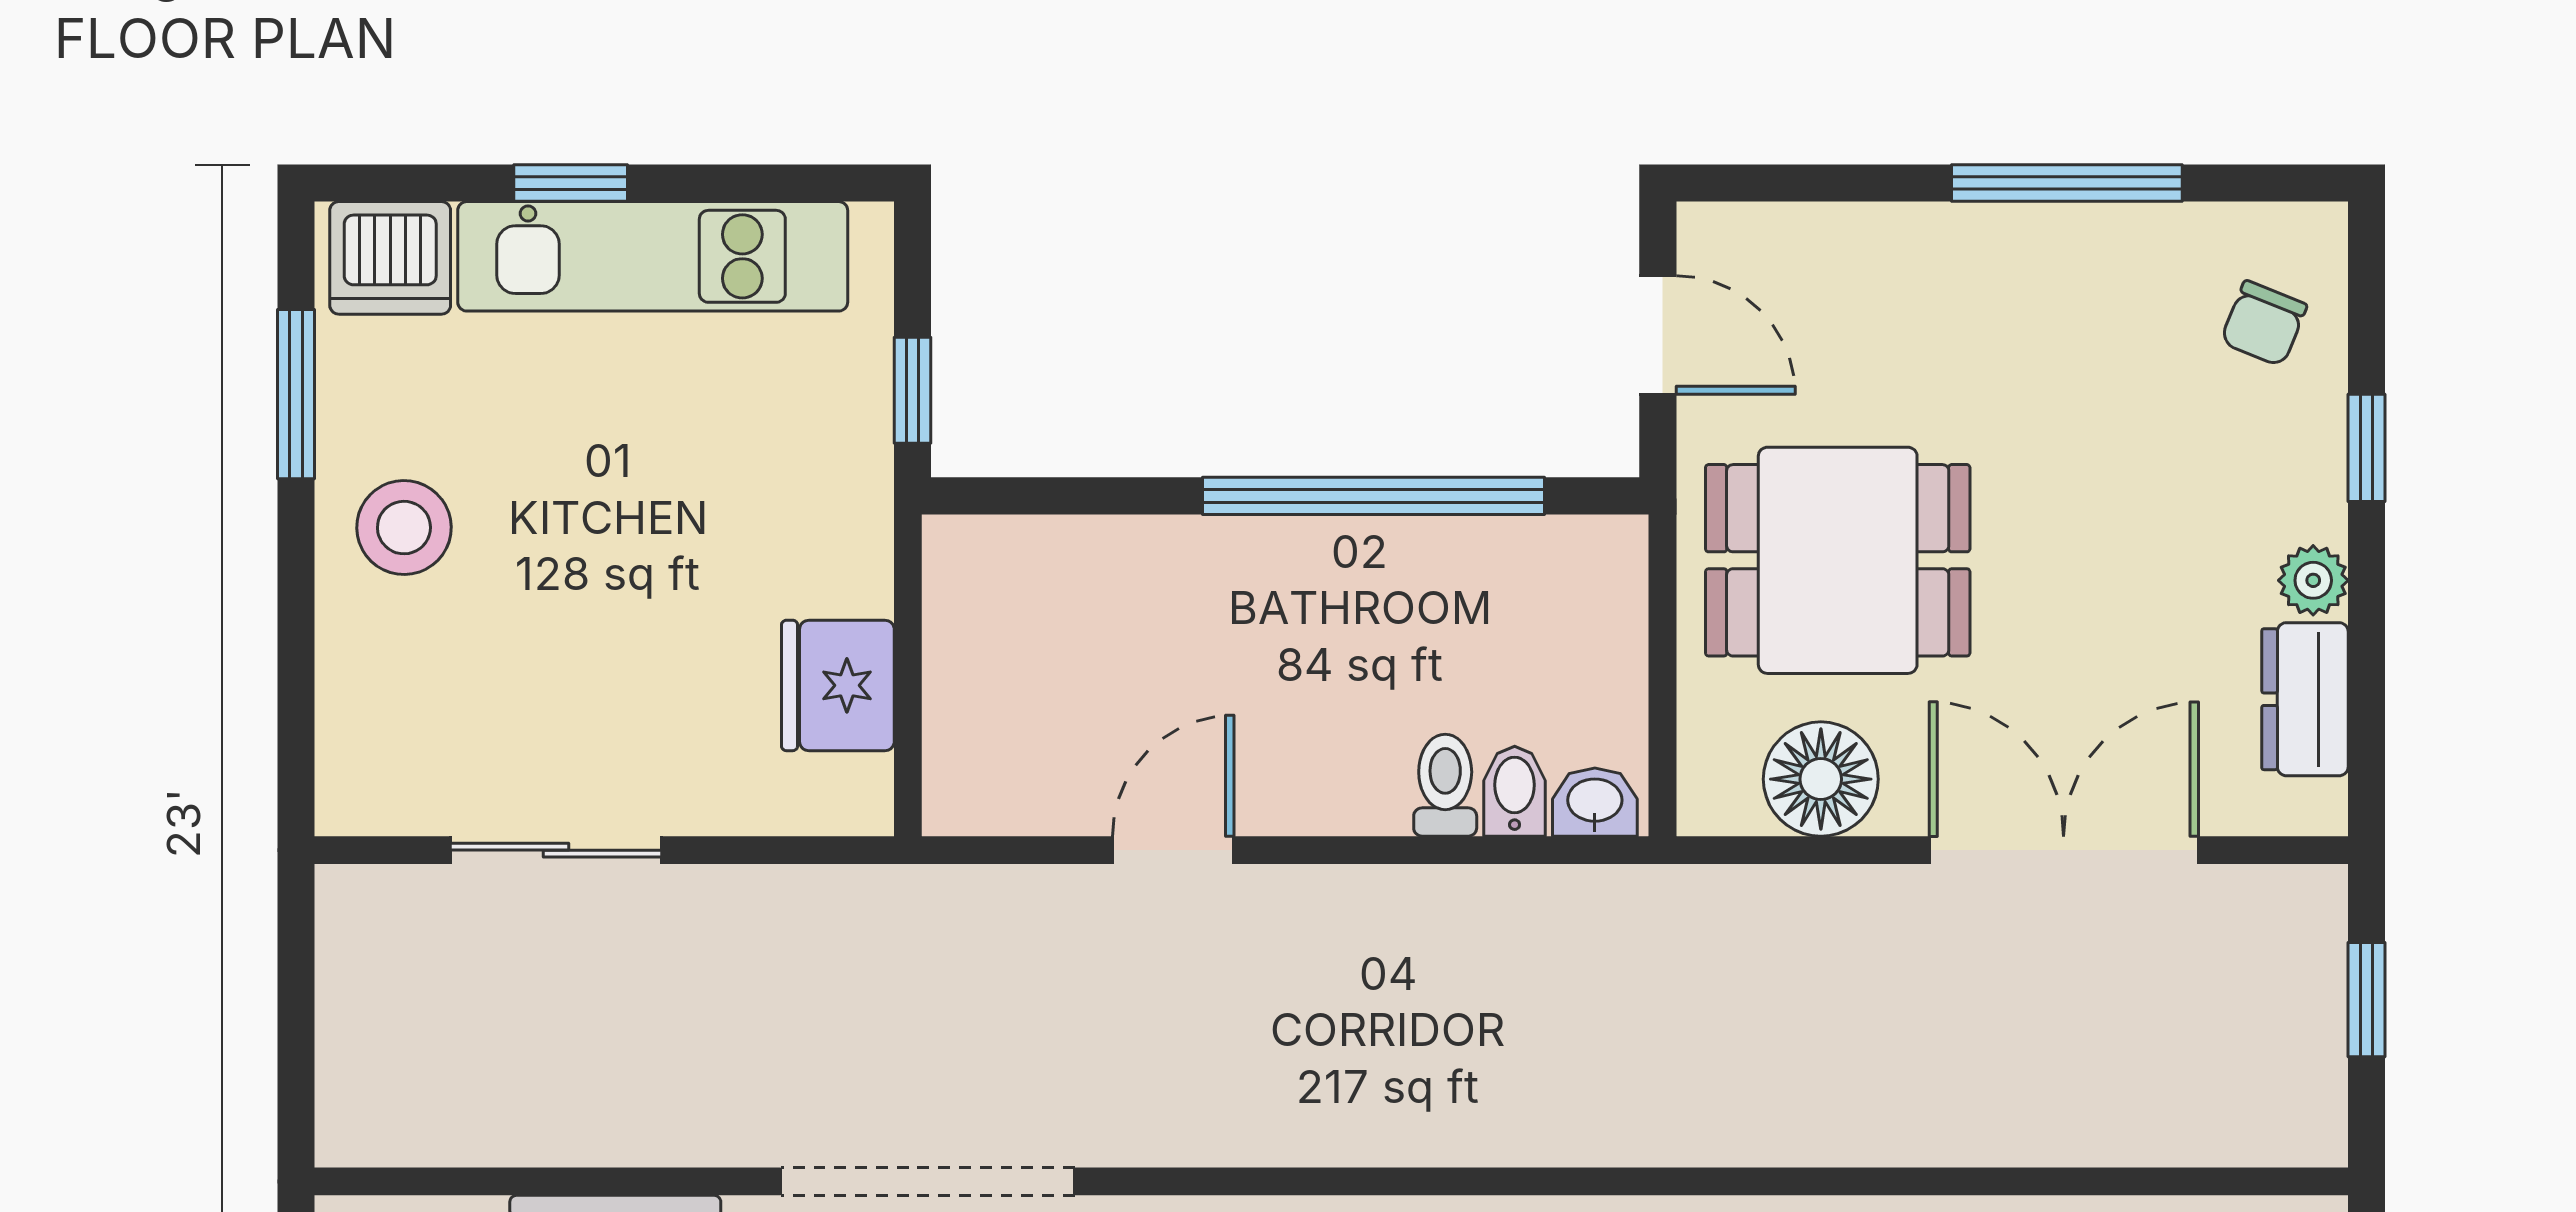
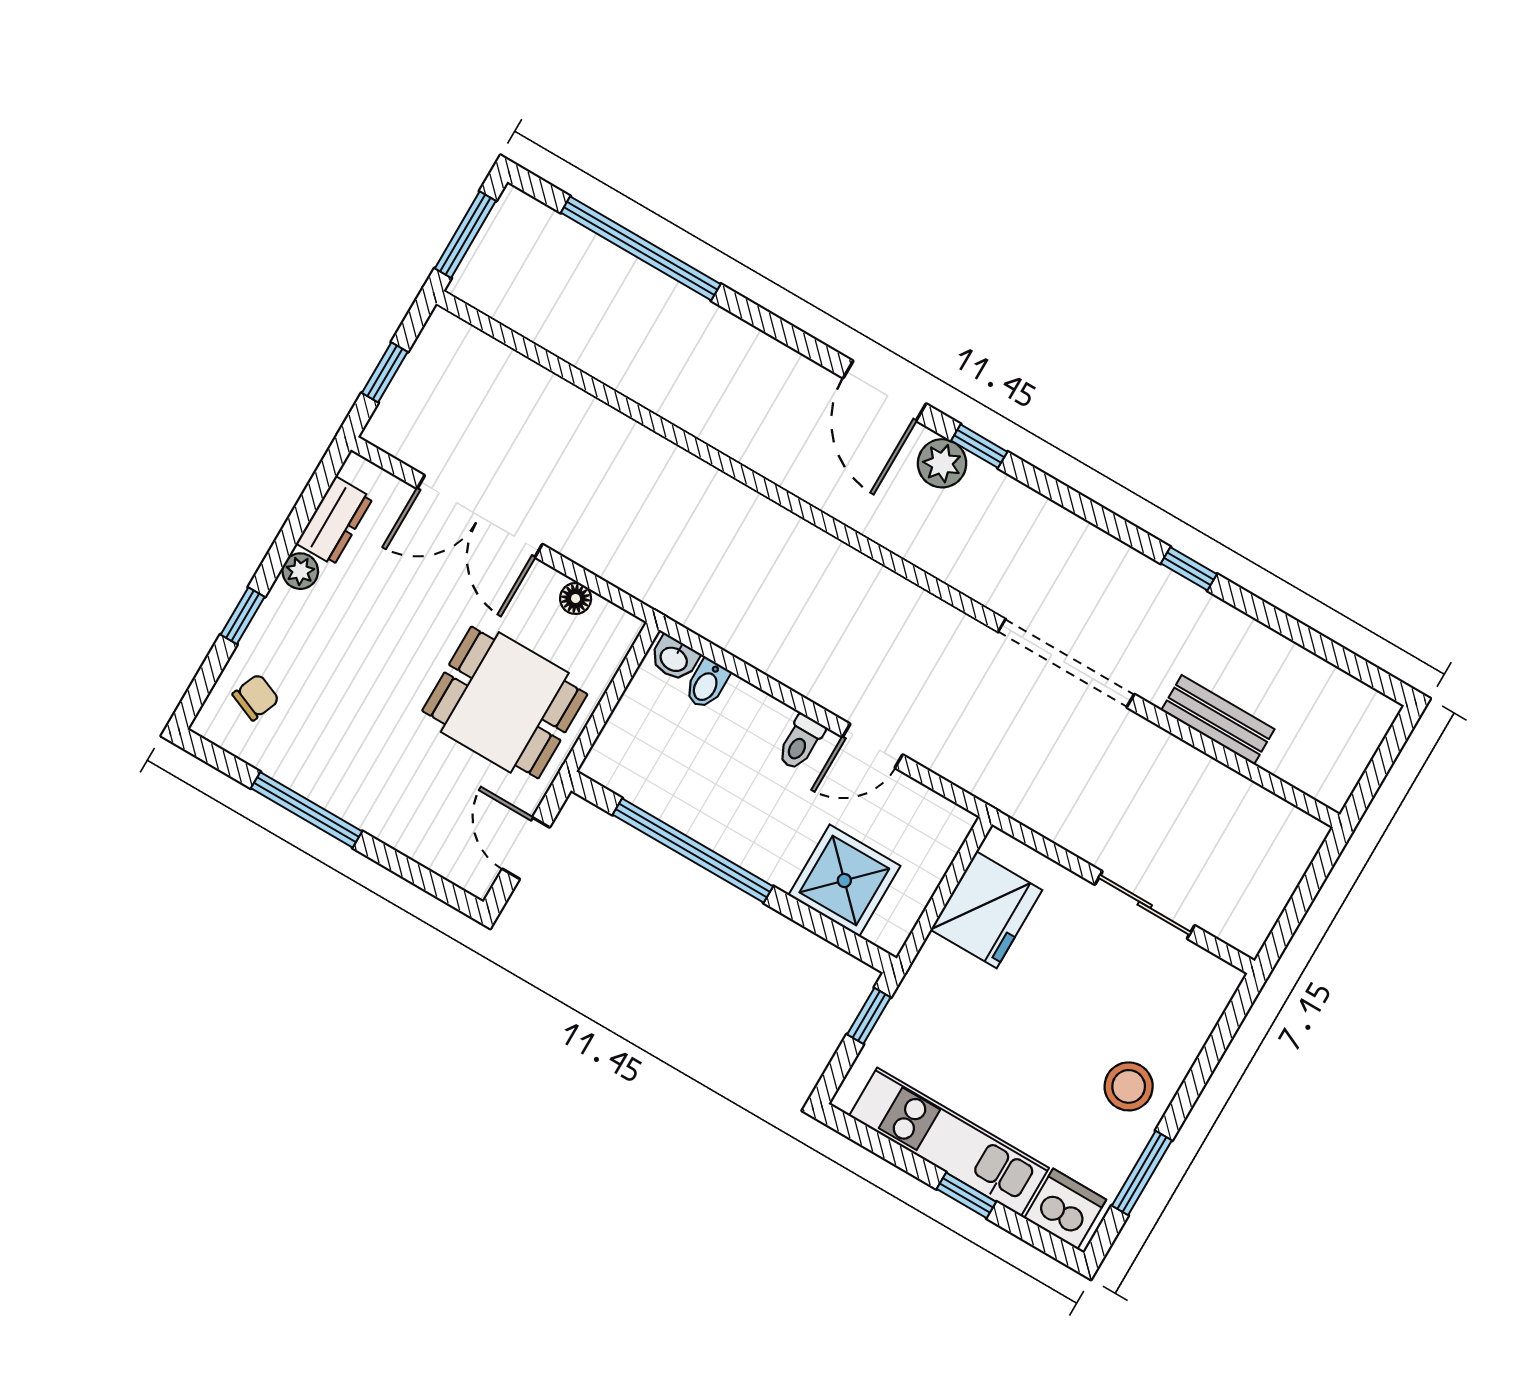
shower: (1088, 595) -> (844, 881), added
fridge: (838, 685) -> (986, 910), width x1.36, depth x1.34
floor lamp: (1821, 779) -> (576, 598), width x0.53, depth x0.53
toilet: (1445, 785) -> (801, 742), moved

